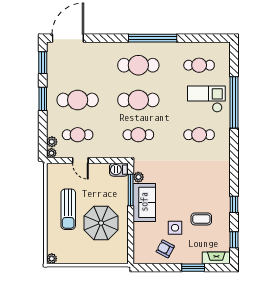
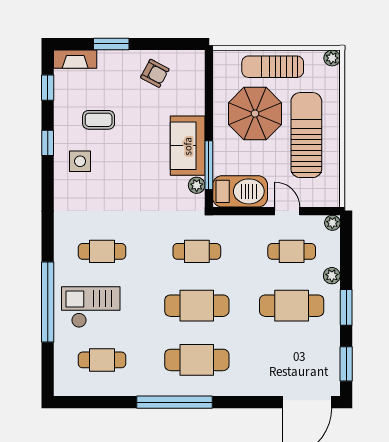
checkout: (206, 99) -> (91, 307), turned 180
plant: (52, 142) -> (332, 276), moved
barbecue: (119, 170) -> (240, 191), width x1.88, depth x1.53
sun lounger: (68, 209) -> (306, 135), width x1.36, depth x1.34
side table: (175, 228) -> (80, 161), moved
sun lounger: (90, 253) -> (273, 67), added

